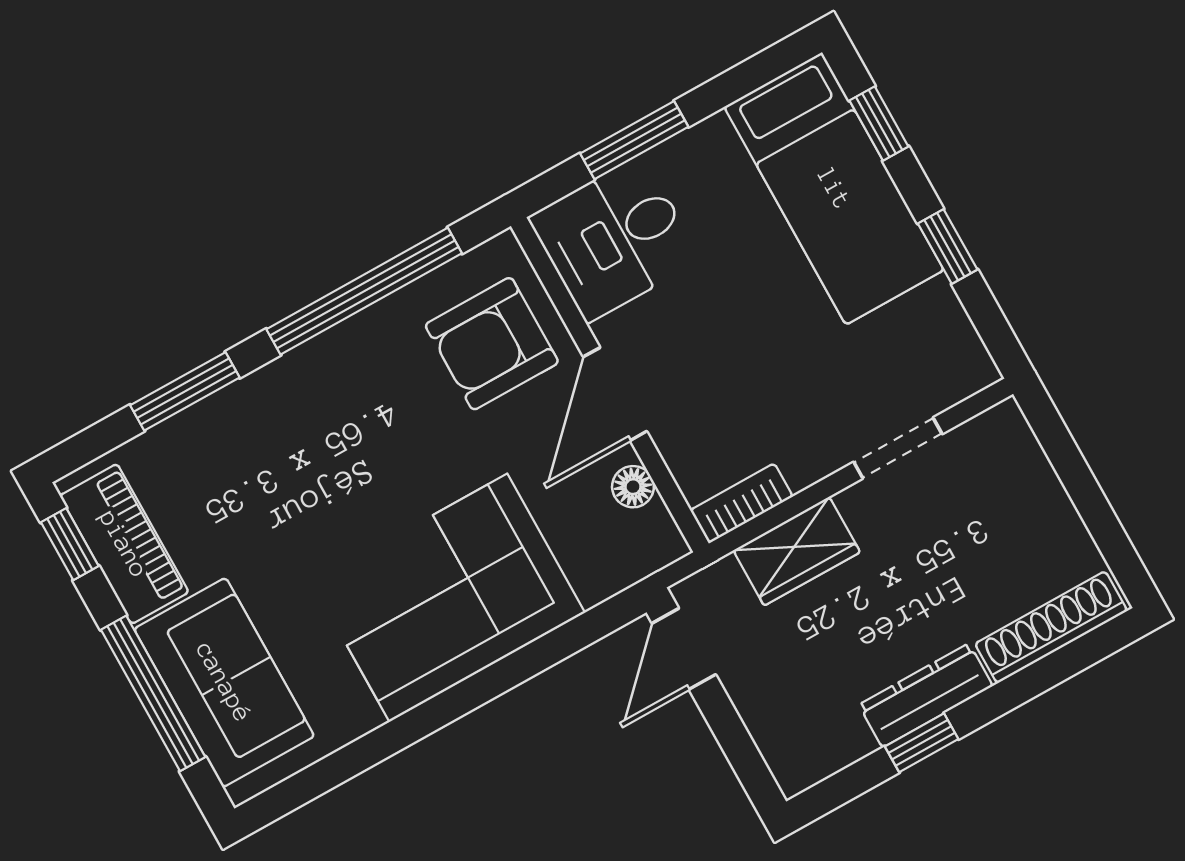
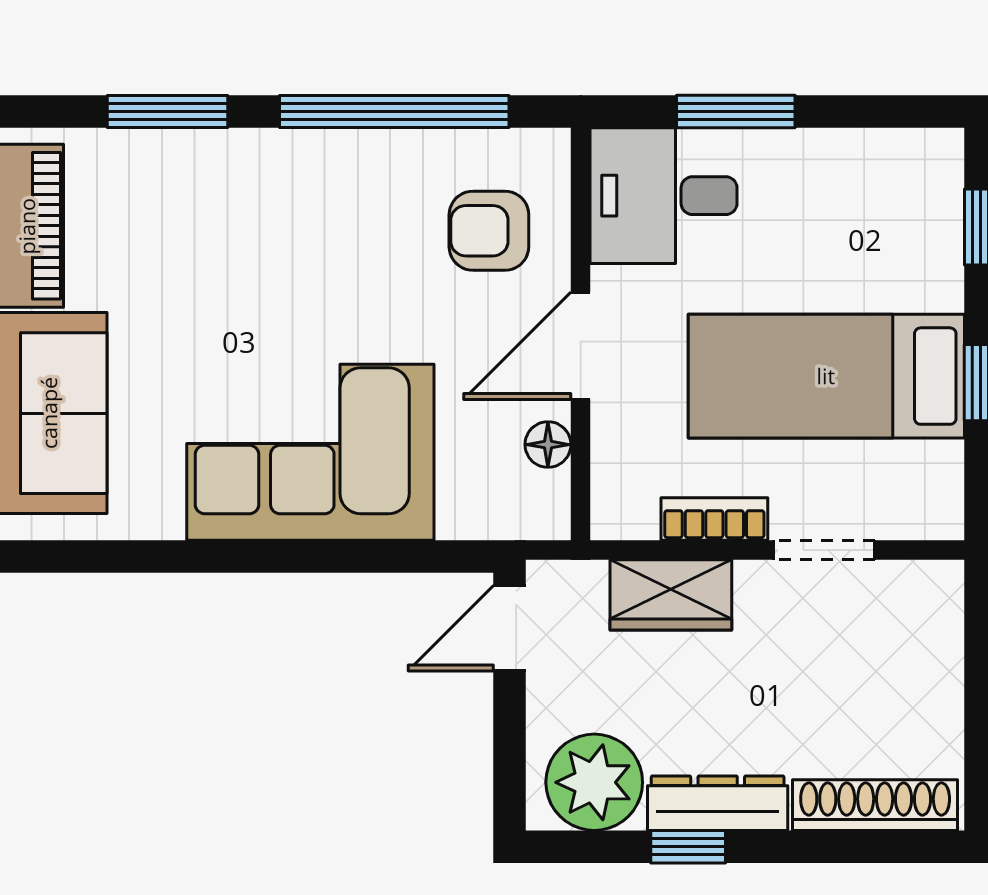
bed: (834, 188) -> (826, 376), moved, turned 90
armchair: (492, 344) -> (489, 231), width x0.72, depth x0.72
bookcase: (741, 503) -> (714, 519), moved
plant: (819, 733) -> (594, 782), added

